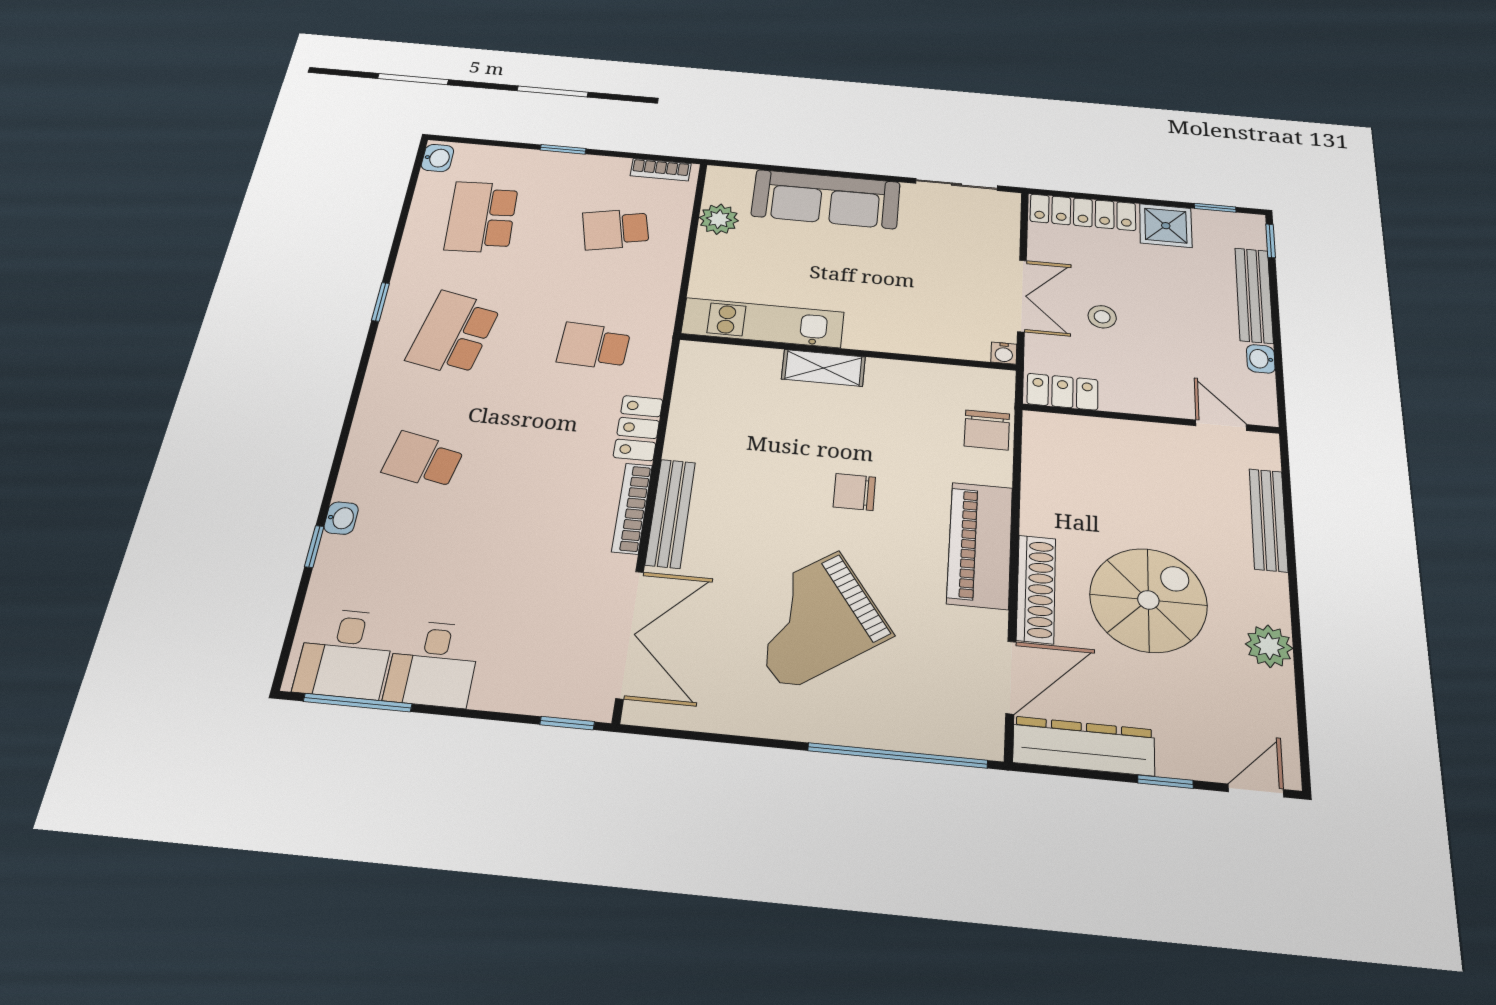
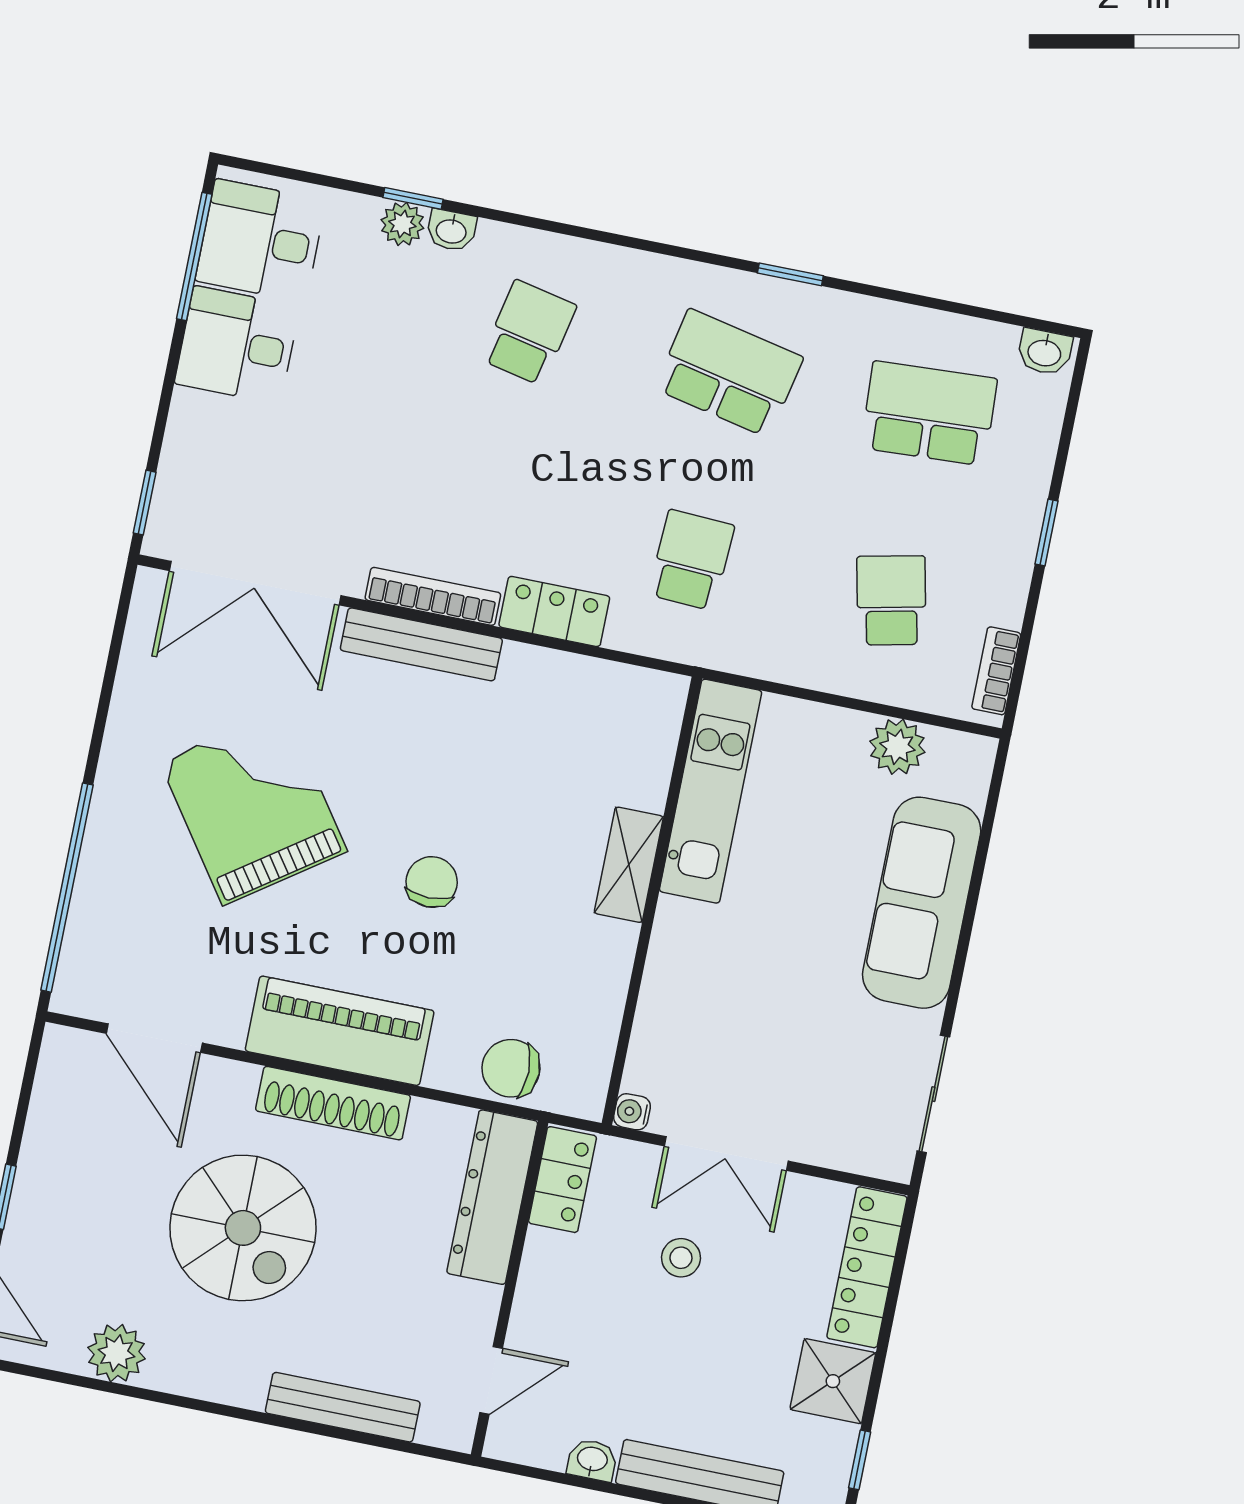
plant: (335, 552) -> (402, 224), added
shoe rack: (1036, 589) -> (333, 1103), moved
plant: (1269, 646) -> (117, 1353), moved
dresser: (1084, 746) -> (492, 1197), moved, turned 180

